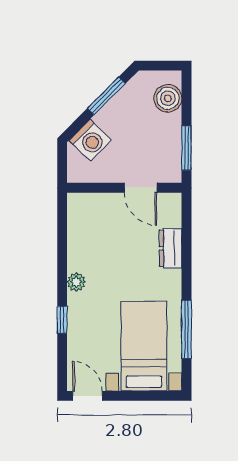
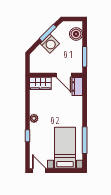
washing machine: (90, 140) -> (50, 44), moved
wardrobe: (90, 206) -> (40, 83), added
dresser: (171, 248) -> (77, 86), moved

